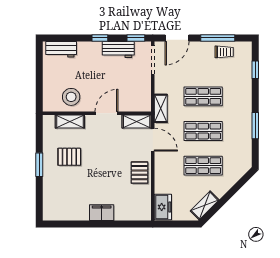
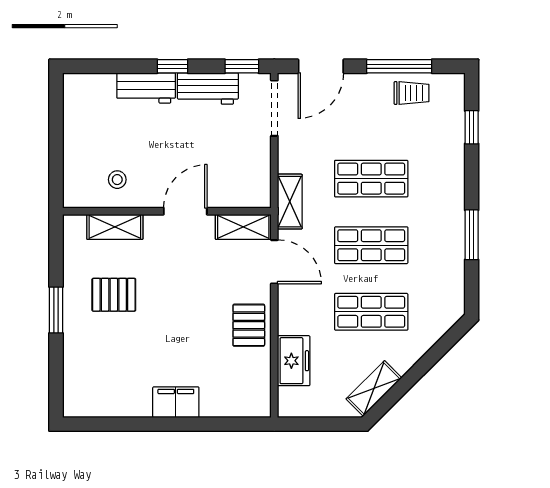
workbench: (61, 49) -> (146, 88), moved
stool: (71, 97) -> (117, 180), width x0.53, depth x0.53
freezer: (163, 207) -> (294, 361), moved

